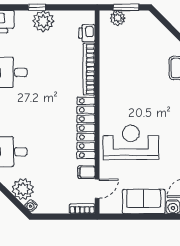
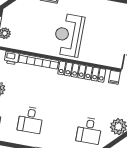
reception desk: (131, 142) -> (69, 35), moved

